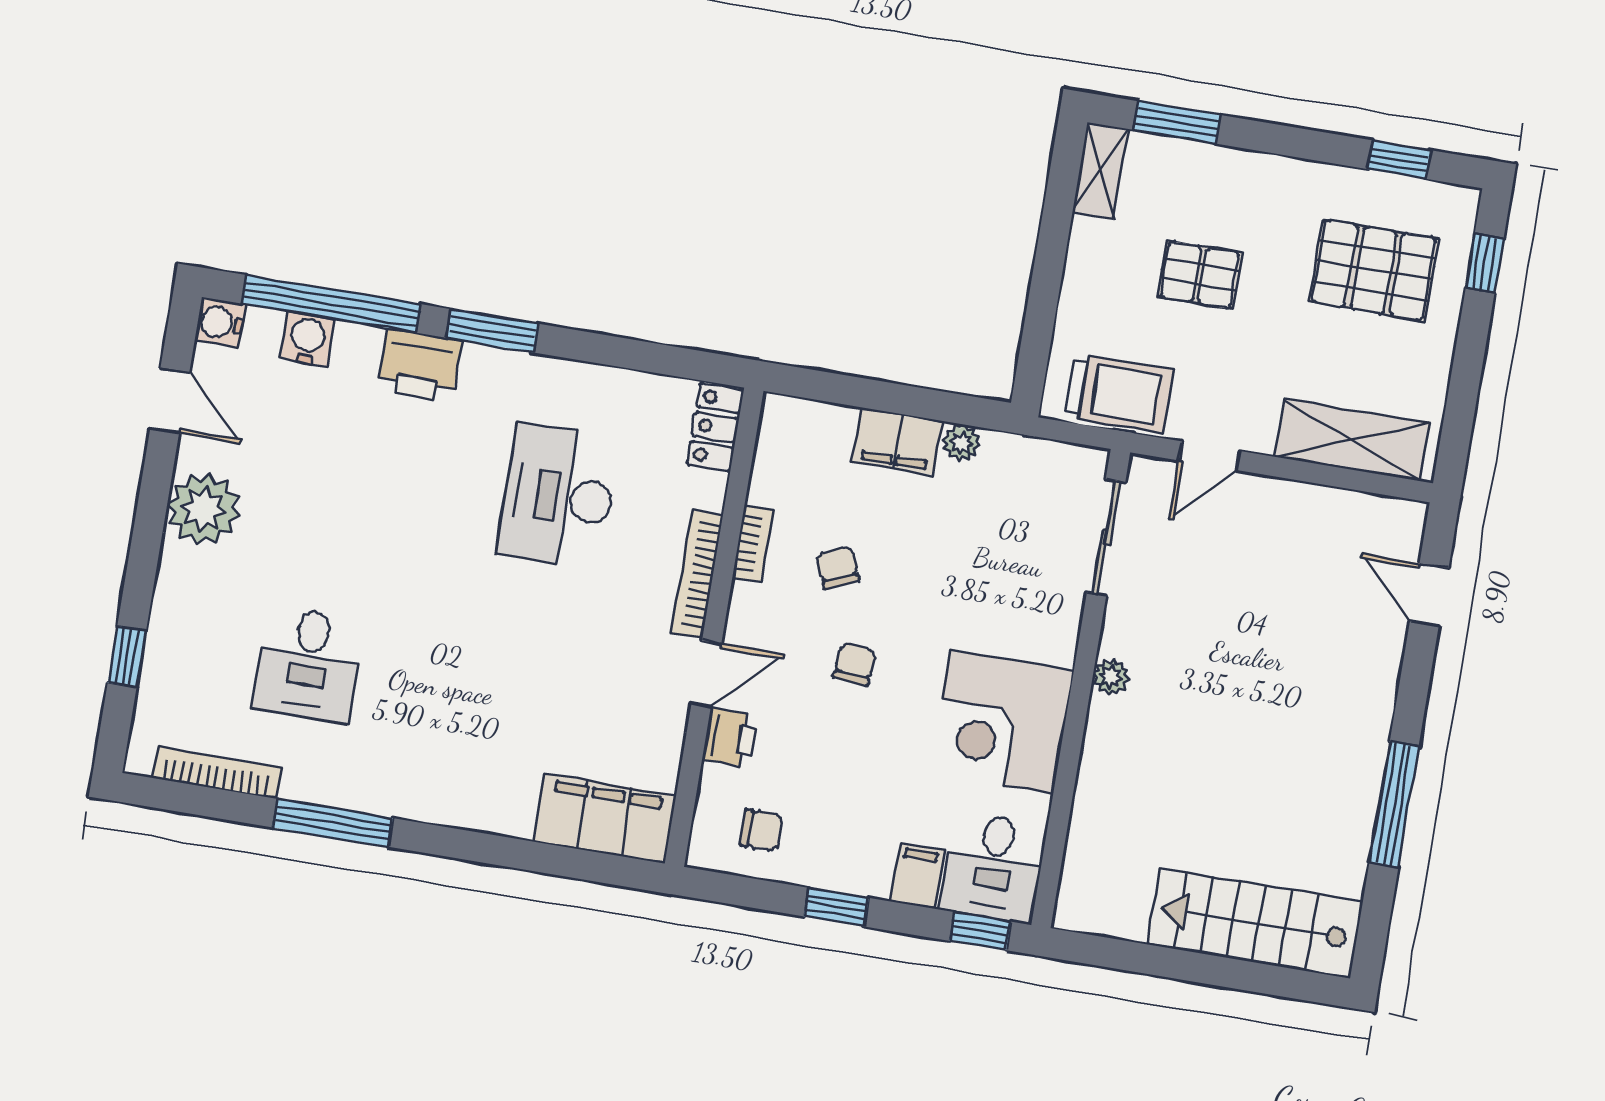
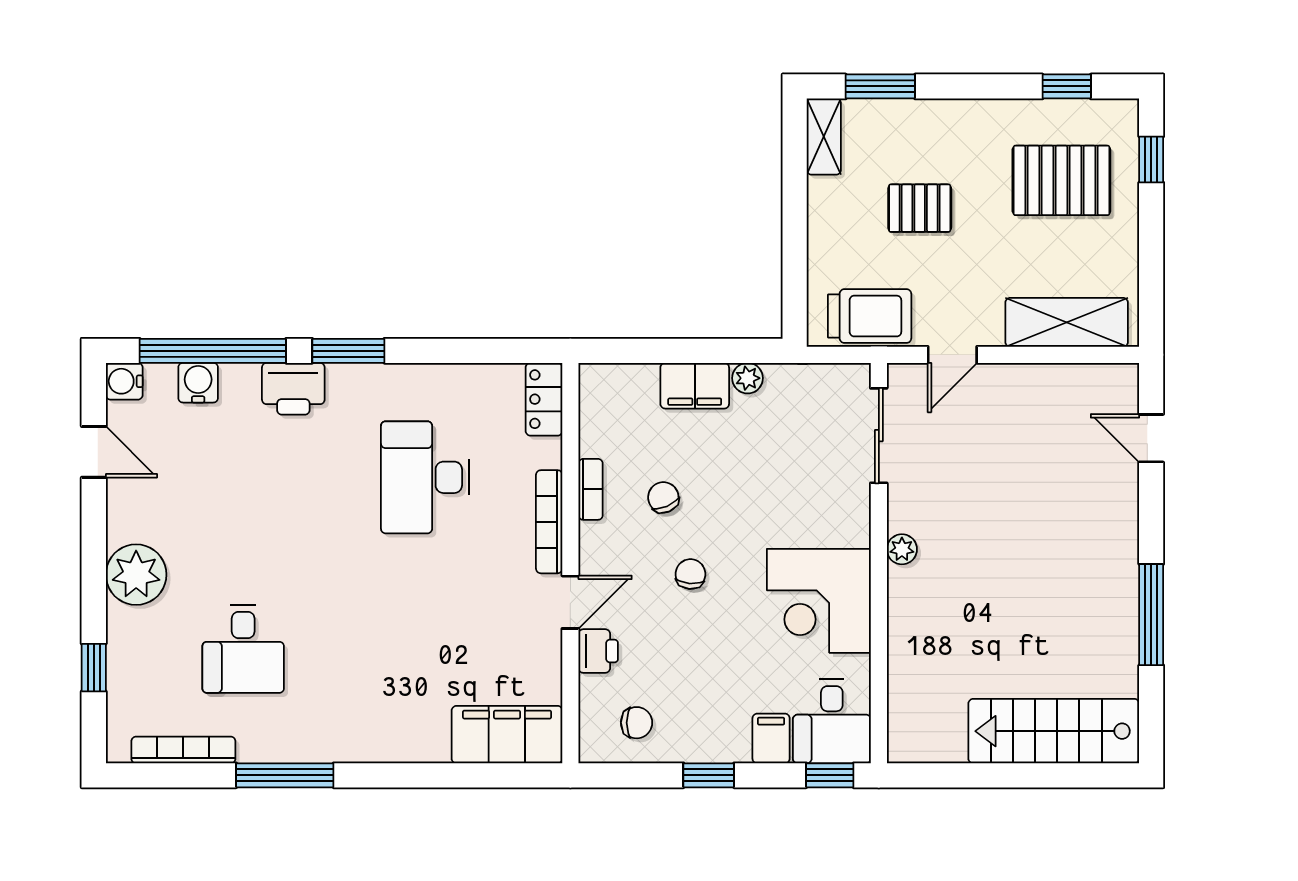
plant: (203, 509) -> (136, 575), moved

